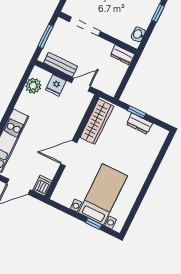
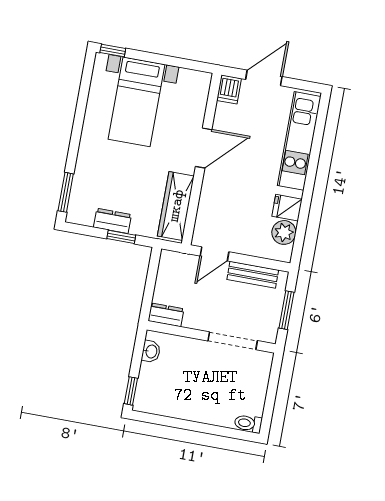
fridge: (56, 85) -> (287, 208), moved, turned -90
window: (164, 150) -> (66, 192), added
window: (94, 224) -> (113, 51), moved

